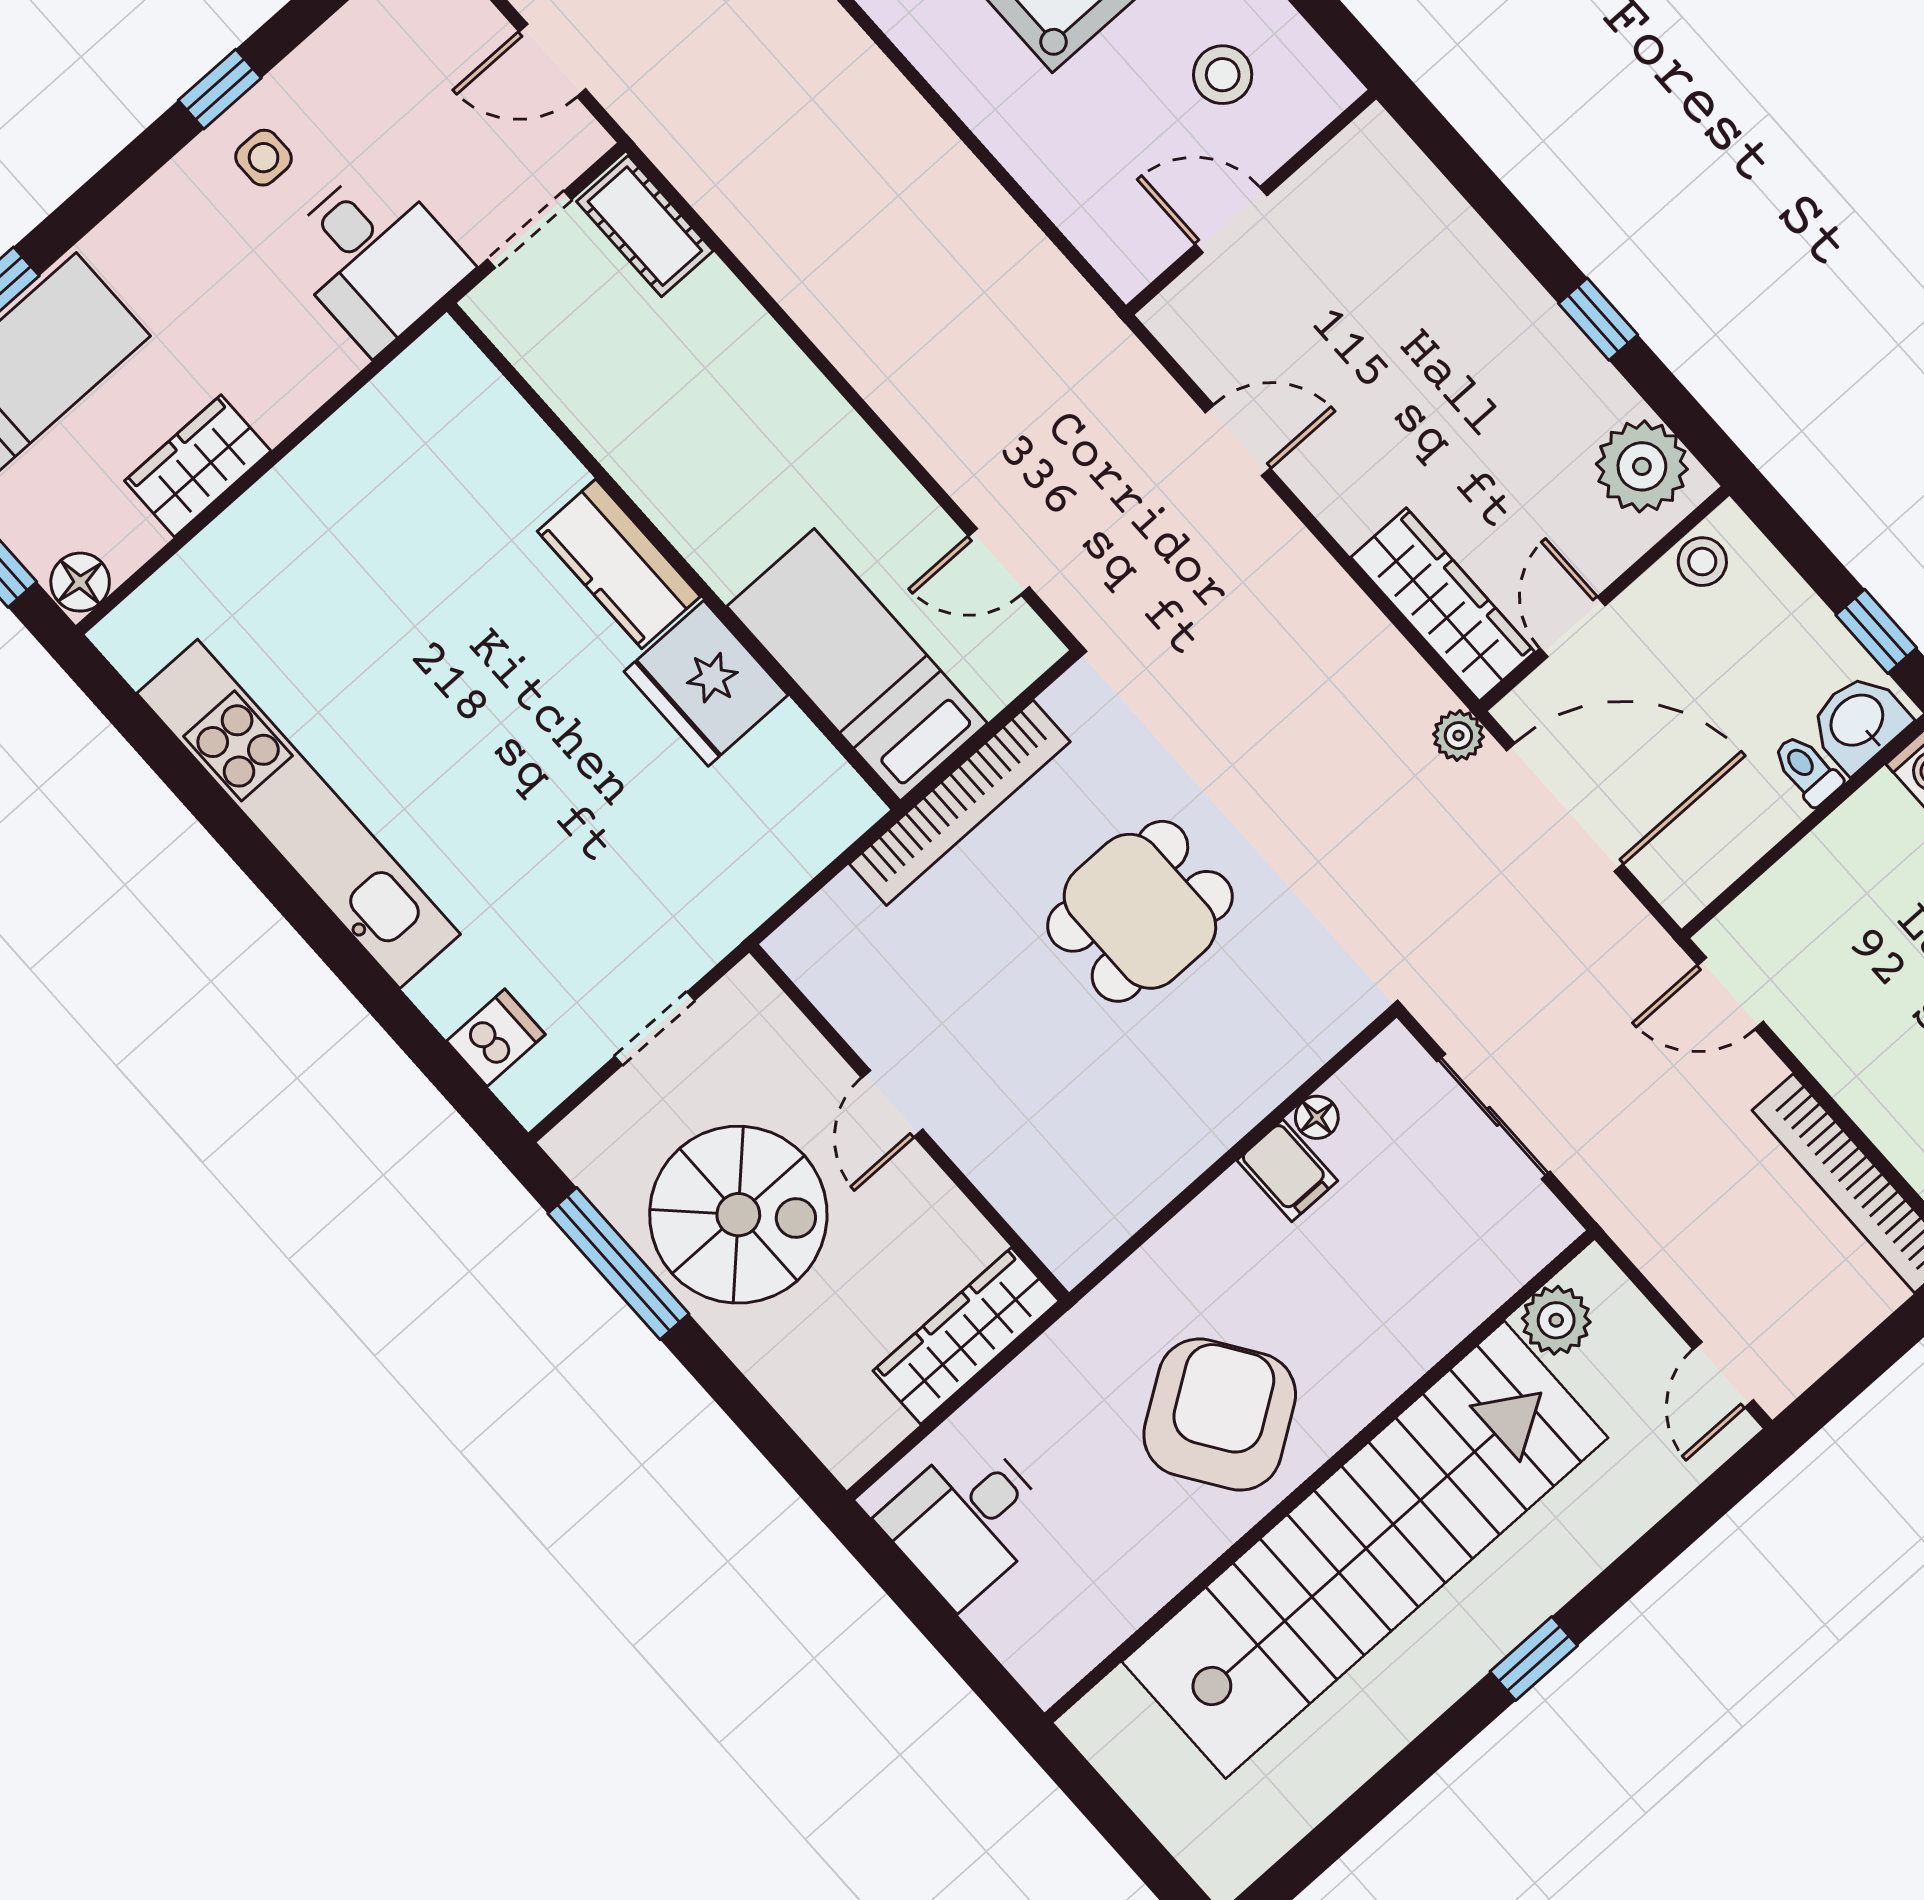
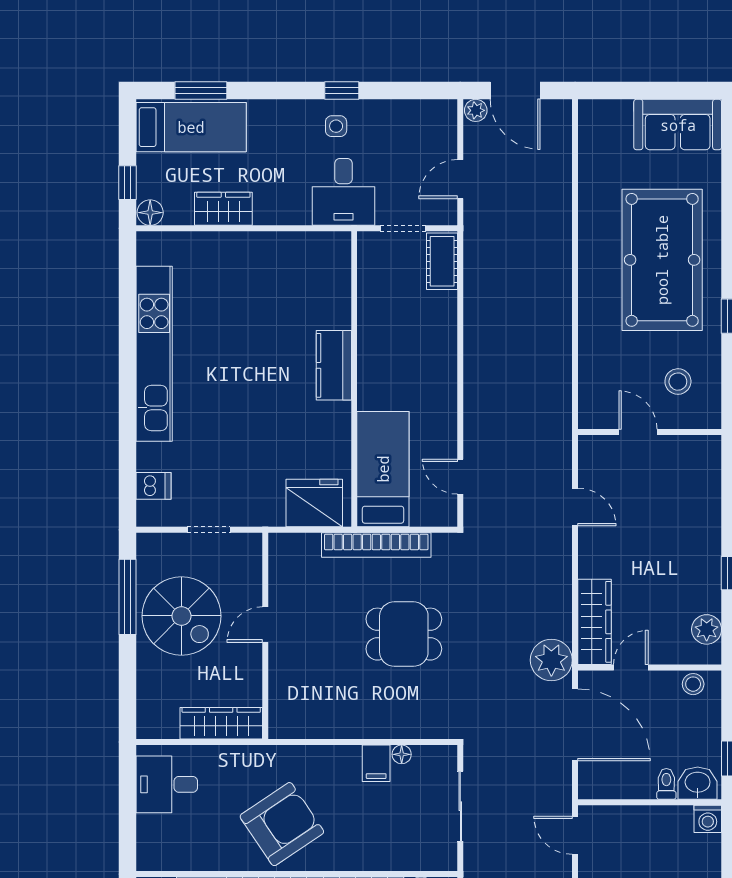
door: (552, 60) -> (460, 179), hinge flipped
plant: (1642, 466) -> (707, 629), width x0.73, depth x0.73
fridge: (706, 683) -> (314, 503), moved, turned 90
plant: (1458, 736) -> (551, 660), width x1.88, depth x1.88

